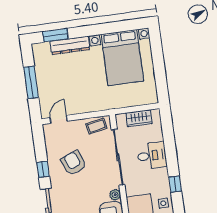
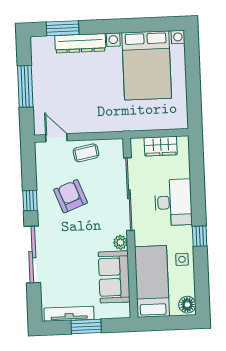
door: (59, 119) -> (56, 138), hinge flipped
coffee table: (96, 126) -> (86, 153), moved
desk: (152, 156) -> (173, 202), width x1.37

